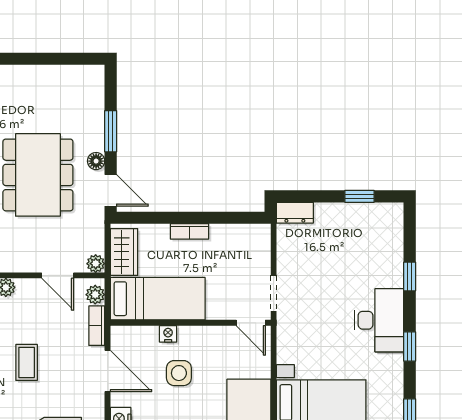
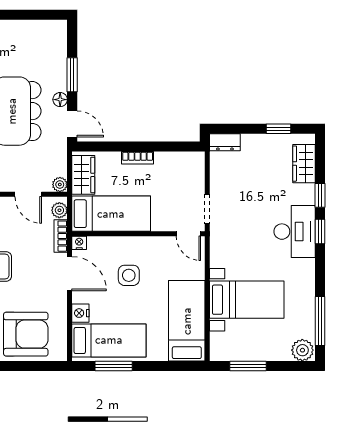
wardrobe: (390, 238) -> (304, 164), added
nightstand: (168, 334) -> (79, 243), moved
window: (410, 347) -> (320, 231), moved

